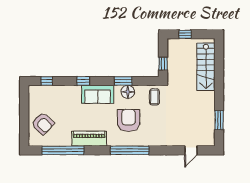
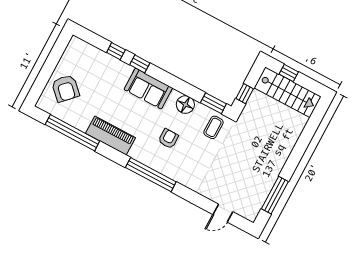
stairs: (206, 67) -> (288, 92), moved, turned -90
window: (47, 81) -> (116, 51), moved
window: (123, 81) -> (213, 103), moved
armchair: (129, 120) -> (168, 139), width x0.53, depth x0.53
window: (219, 120) -> (275, 195), width x1.44

